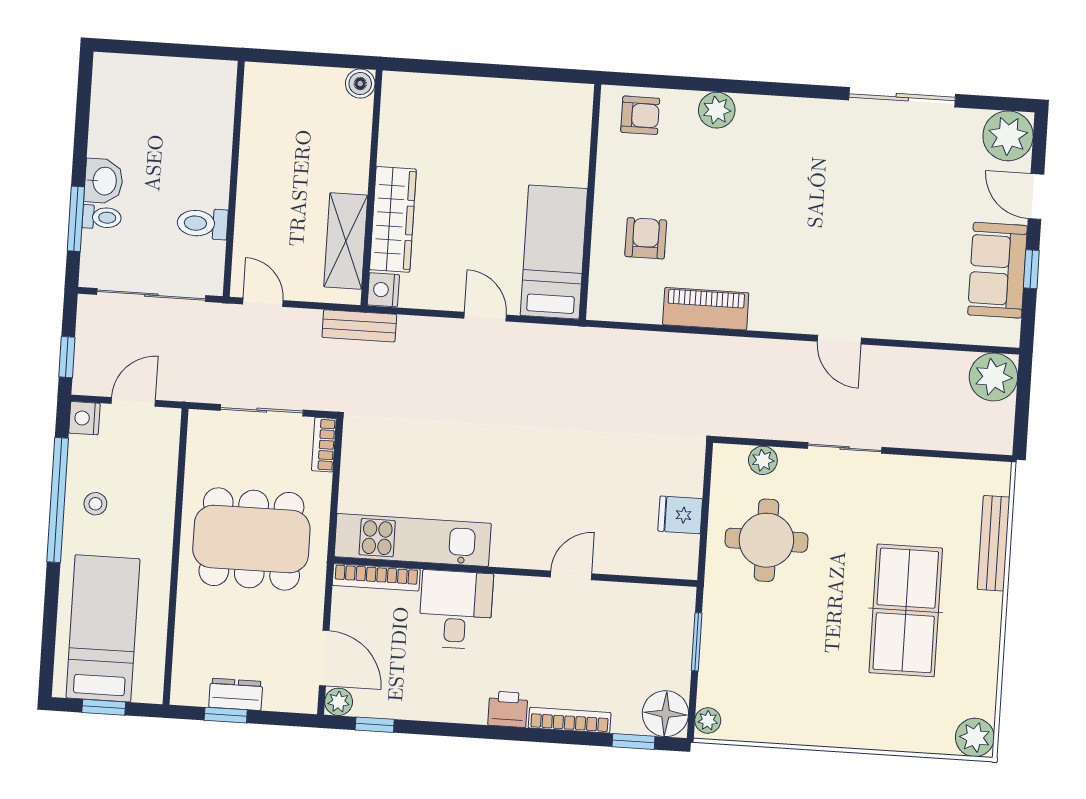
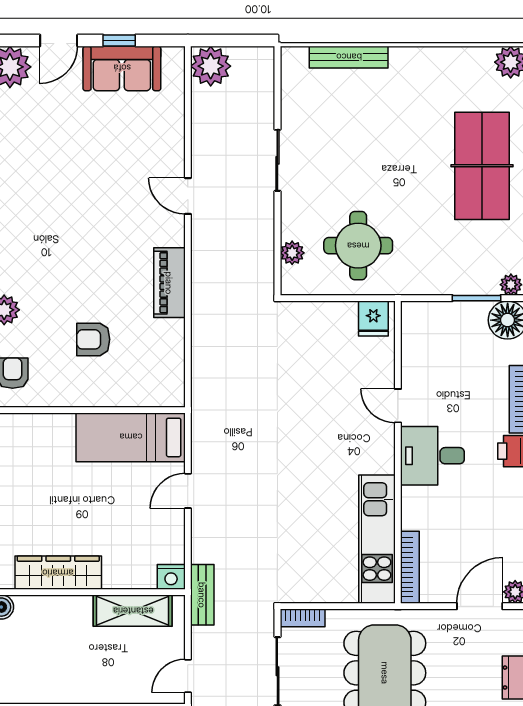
wardrobe: (393, 219) -> (58, 573), moved
armchair: (646, 238) -> (93, 339), moved
piano: (706, 309) -> (169, 283), moved
door: (839, 340) -> (188, 196), swing flipped
sliding door: (845, 448) -> (277, 160), moved
fridge: (680, 515) -> (373, 319), moved
desk: (456, 610) -> (432, 456), moved
table tennis table: (906, 610) -> (482, 166), moved, turned 90
window: (697, 642) -> (476, 298), moved

